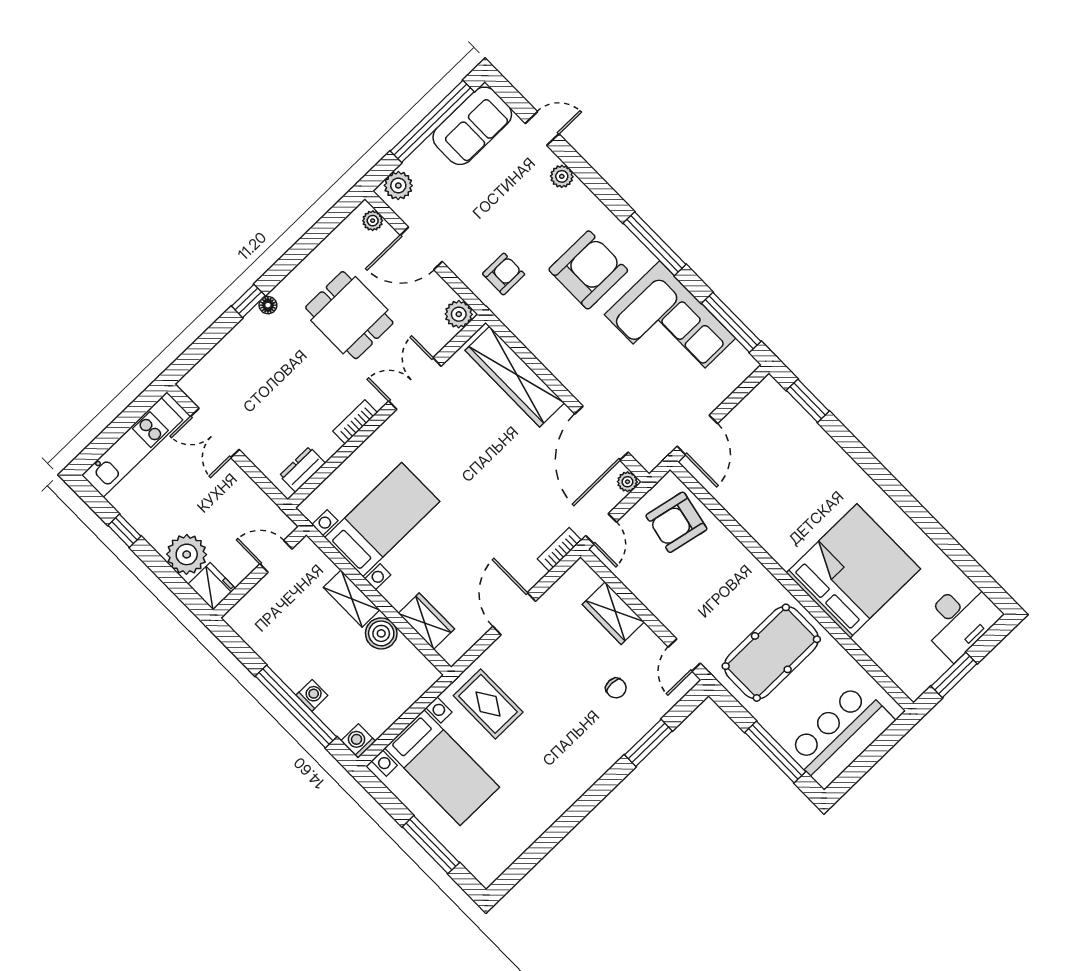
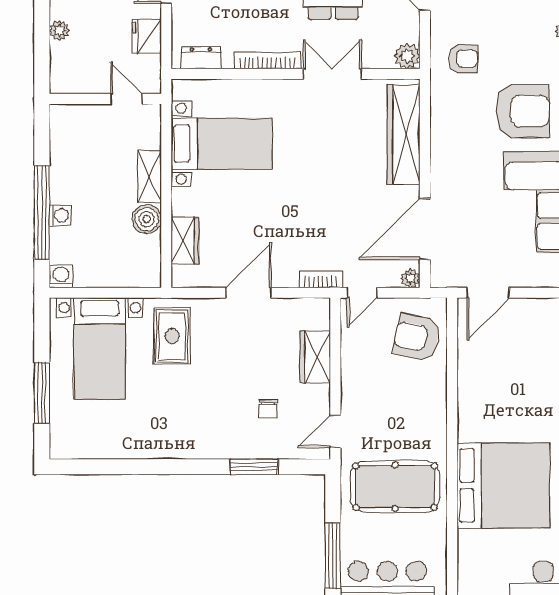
bookcase: (355, 422) -> (267, 61), width x1.56
plant: (187, 554) -> (59, 31), width x0.53, depth x0.53
fridge: (212, 586) -> (147, 37), moved, turned 180

